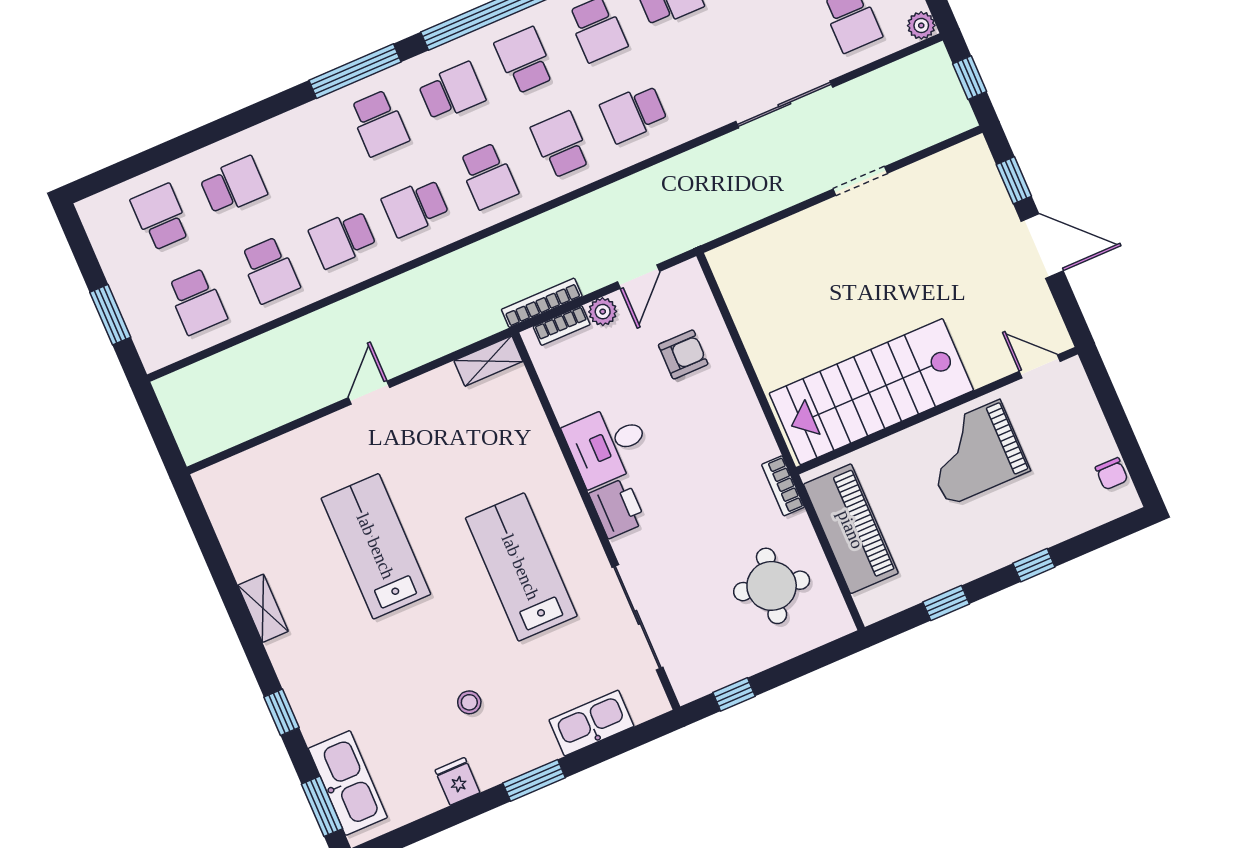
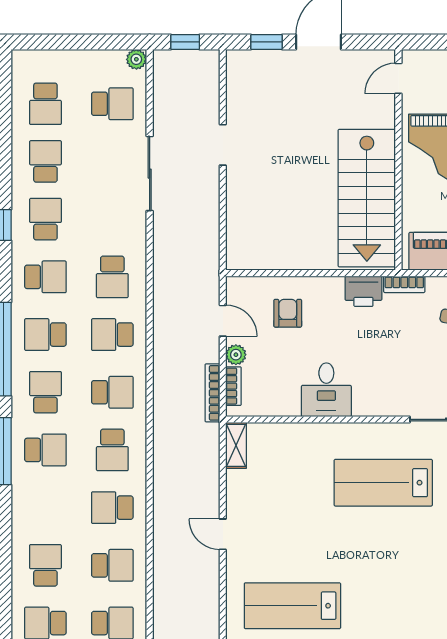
school desk: (343, 239) -> (112, 508), turned 90
printer: (617, 508) -> (363, 291), moved, turned 180
lab bench: (376, 546) -> (292, 606), moved

